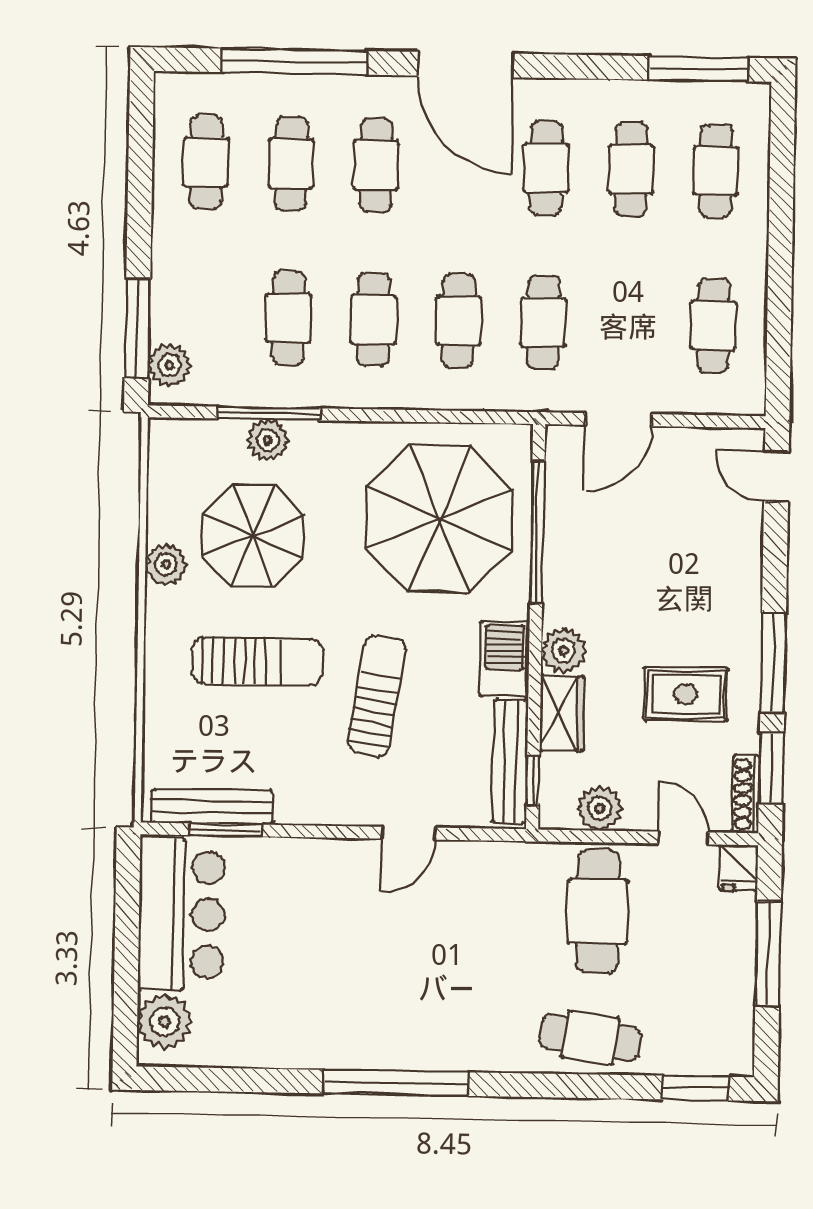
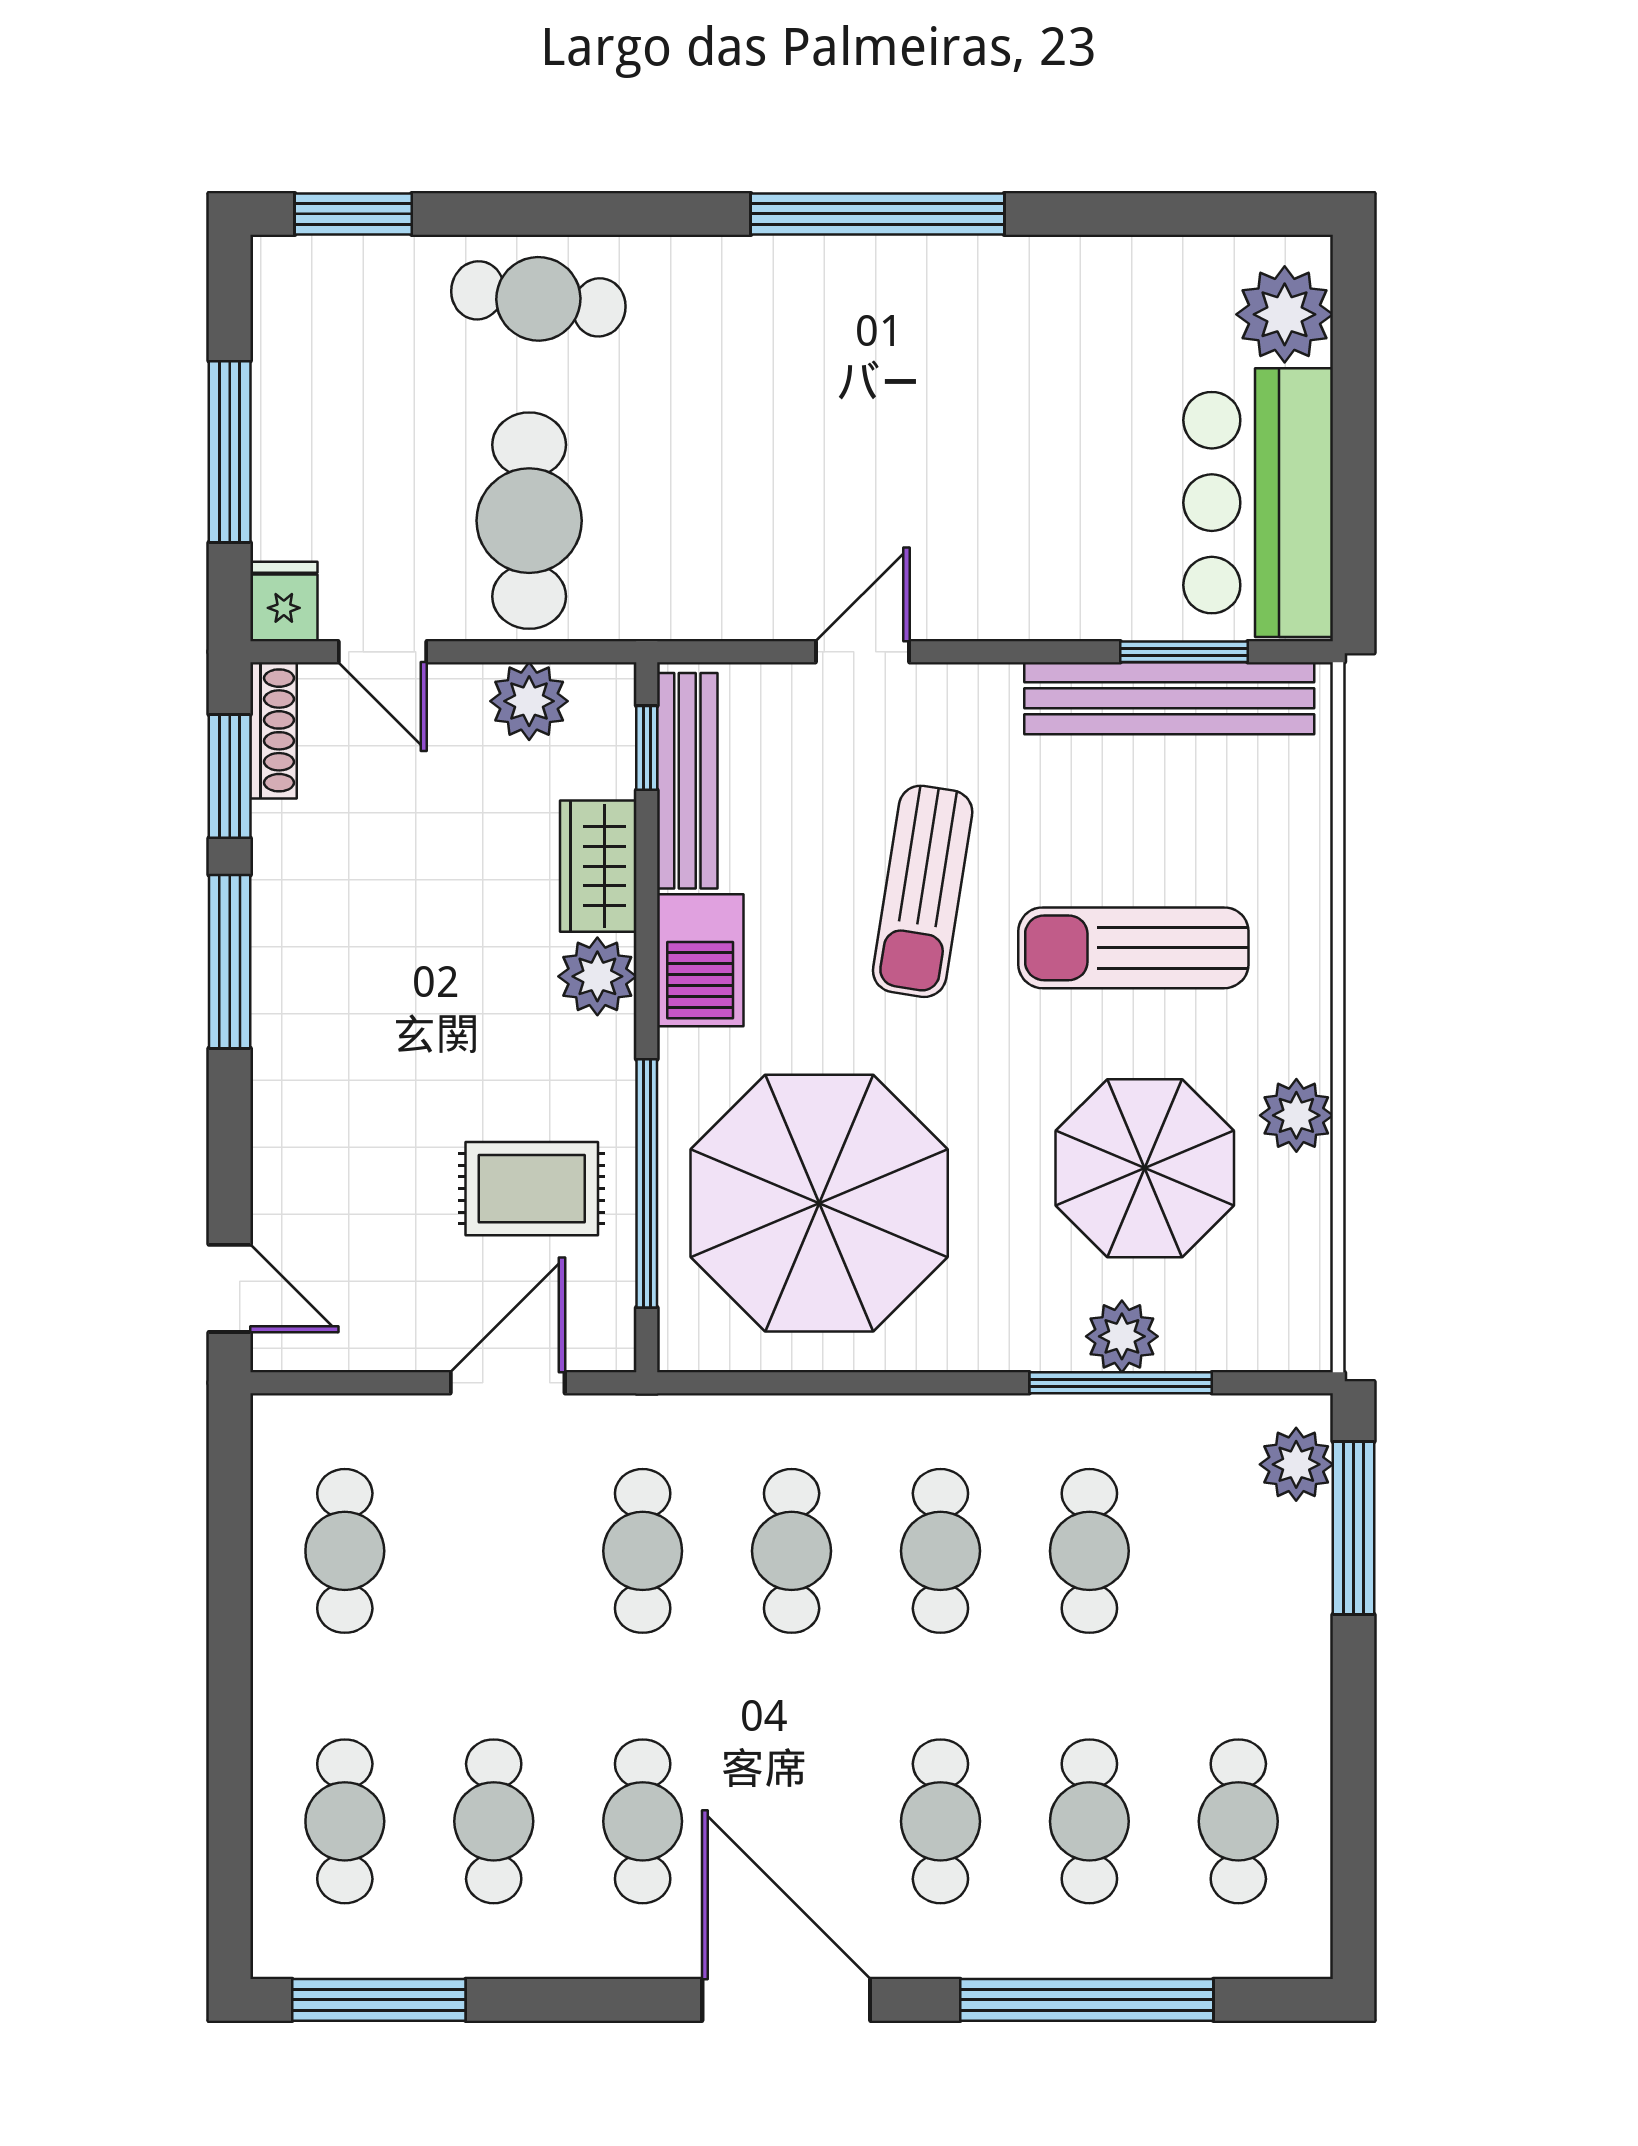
rug: (686, 694) -> (532, 1189), moved
bench: (212, 807) -> (1169, 698), width x1.37, depth x1.21

